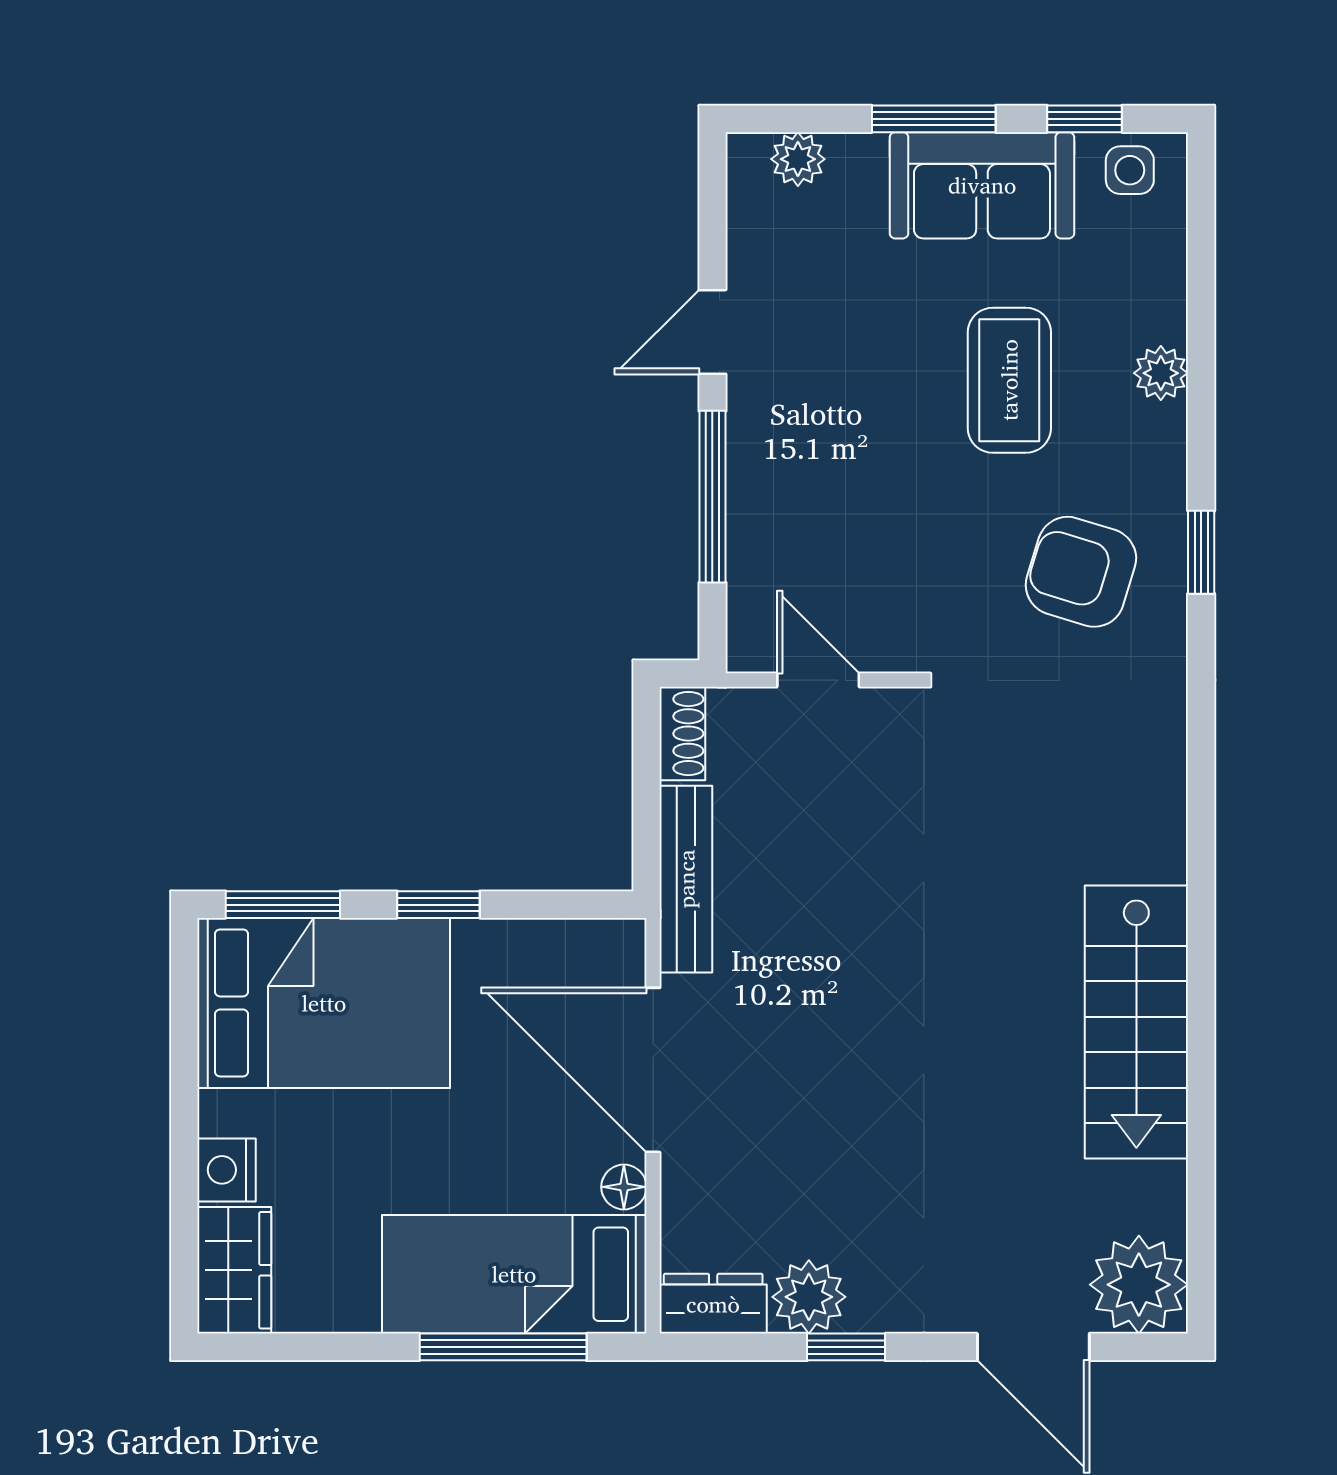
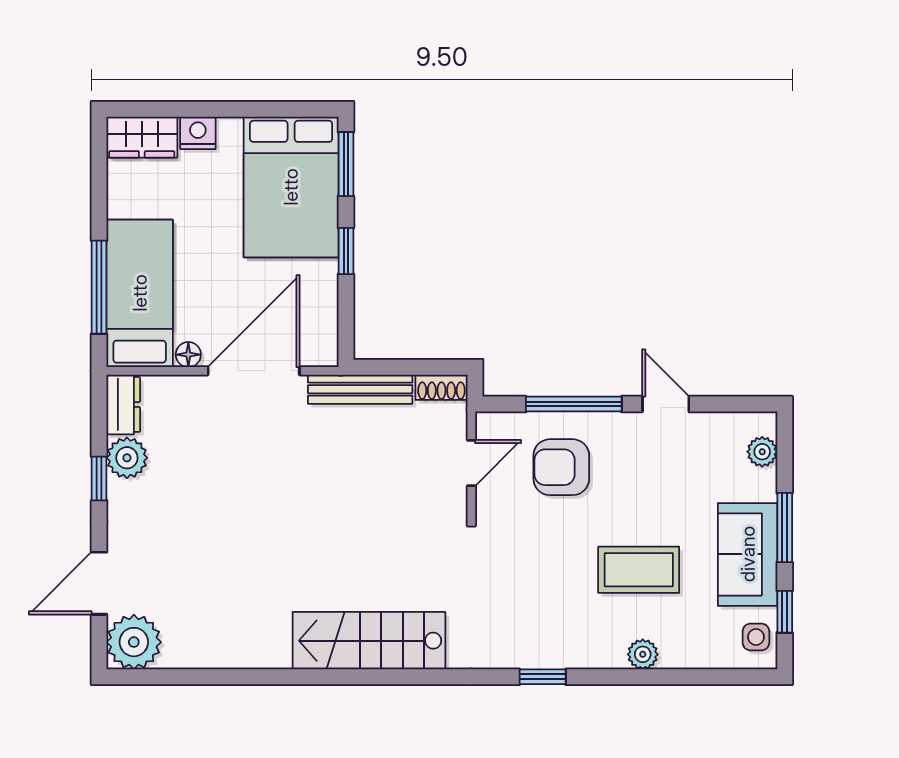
armchair: (1081, 572) -> (561, 467), moved, turned -107
stairs: (1136, 1022) -> (369, 641), moved

